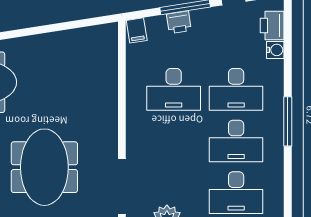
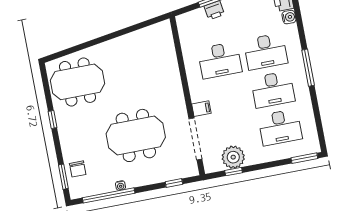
filing cabinet: (137, 30) -> (201, 109), moved, turned -81
meeting table: (44, 167) -> (136, 135), turned 90

